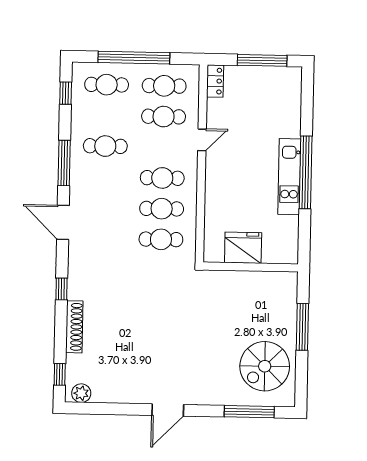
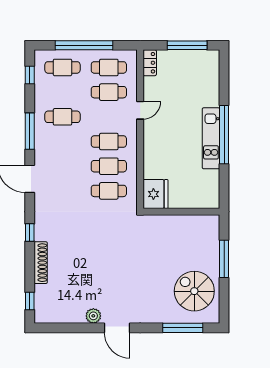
fridge: (243, 248) -> (155, 194), moved, turned 90
spiral stairs: (265, 366) -> (194, 291), turned 90
plant: (81, 393) -> (93, 316), moved
door: (168, 410) -> (117, 328), hinge flipped

